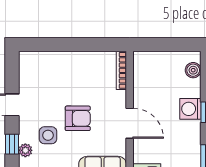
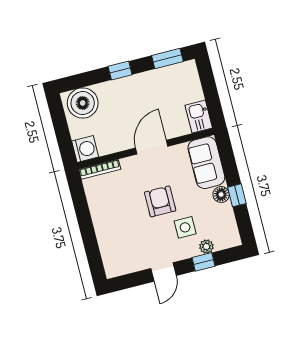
boiler: (193, 70) -> (83, 103), width x1.86, depth x1.86
washing machine: (190, 109) -> (85, 149), moved, turned -90

